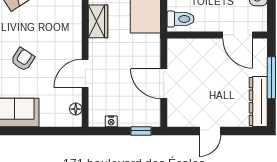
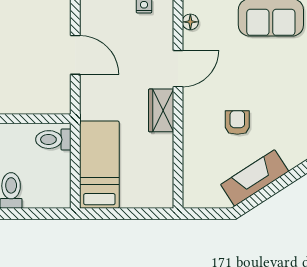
wardrobe: (98, 21) -> (161, 110), moved
armchair: (23, 59) -> (237, 123), moved, turned 147

